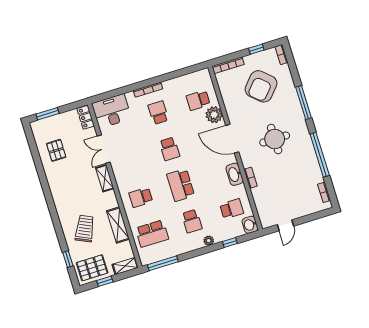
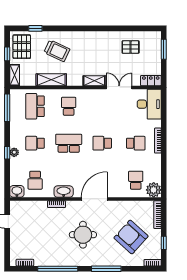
plant: (214, 115) -> (154, 190), moved
window: (230, 243) -> (7, 153), moved

